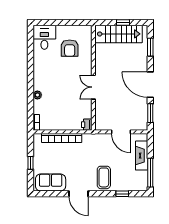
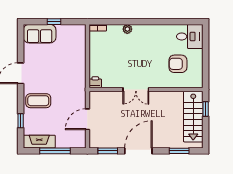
window: (123, 23) -> (206, 109), moved
double door: (93, 87) -> (136, 90), swing flipped
bookcase: (62, 138) -> (81, 55), removed
fireplace: (142, 156) -> (39, 142), moved
window: (150, 173) -> (55, 151), moved
sofa: (51, 183) -> (40, 34), moved, turned 90

